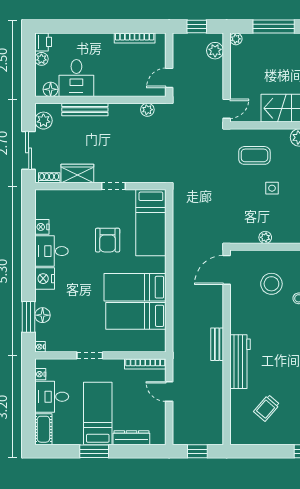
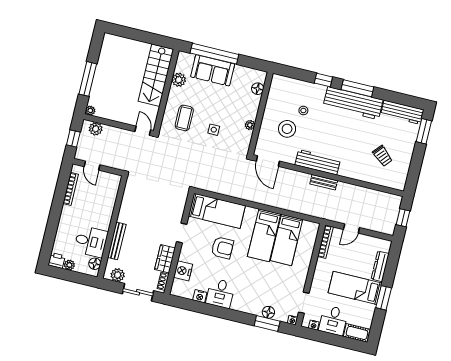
door: (169, 78) -> (92, 166), moved
plant: (147, 110) -> (129, 192), removed
side table: (272, 188) -> (214, 130), moved
nightstand: (45, 279) -> (183, 271), moved, turned 90
doorway: (90, 355) -> (304, 303), moved
workbench: (240, 362) -> (318, 162), moved

